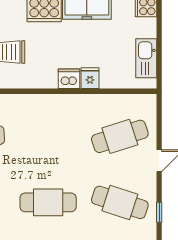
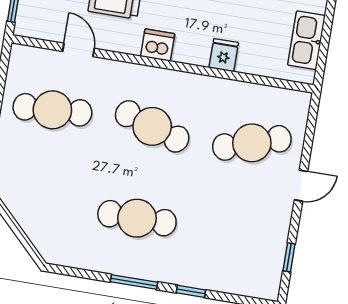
dishwasher: (69, 79) -> (158, 45), moved
cafe table: (120, 202) -> (152, 126), moved

